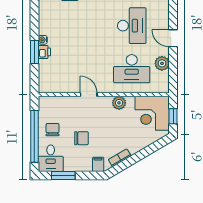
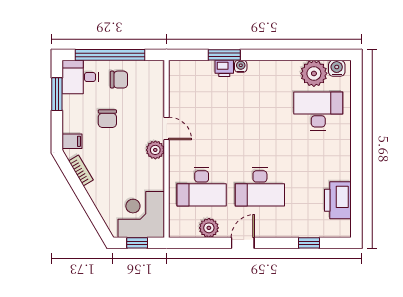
desk: (132, 69) -> (202, 187), turned -90
door: (89, 95) -> (167, 128), hinge flipped
plant: (119, 103) -> (155, 150), moved

